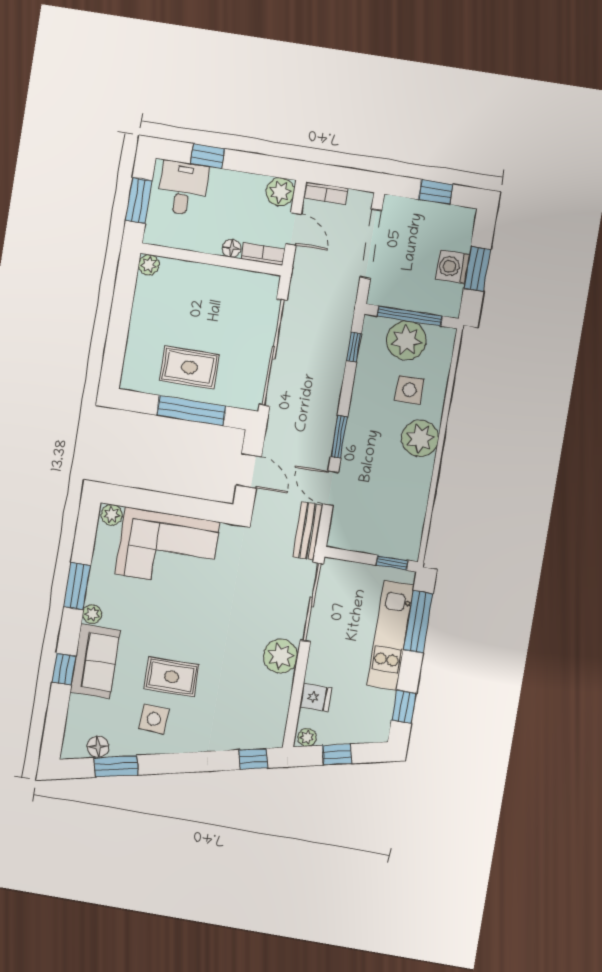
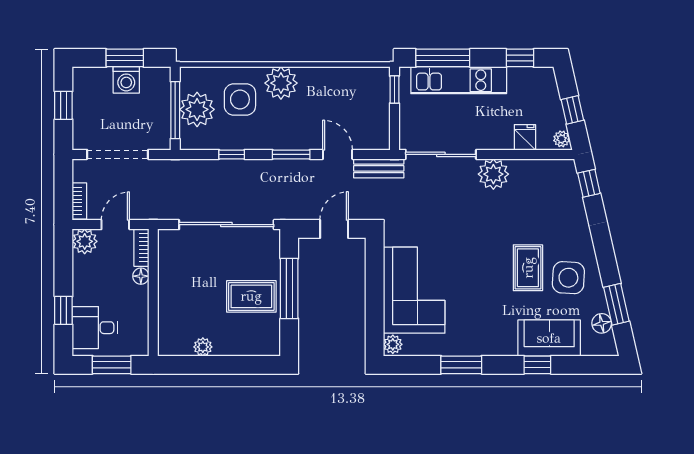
plant: (149, 265) -> (203, 347), moved
window: (354, 347) -> (232, 154), moved
rug: (189, 367) -> (251, 296), turned 90
side table: (409, 390) -> (240, 99), width x1.37, depth x1.37
door: (331, 488) -> (338, 154), swing flipped
plant: (92, 614) -> (484, 347), removed
sofa: (95, 661) -> (549, 338), moved
side table: (154, 719) -> (568, 278), width x1.37, depth x1.37

